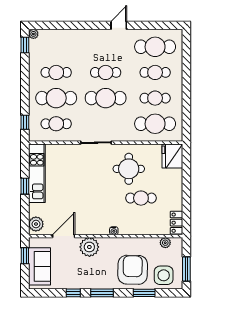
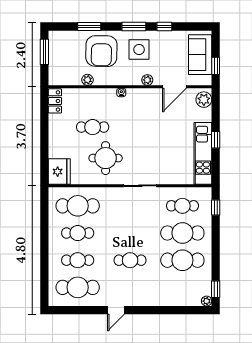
cafe table: (56, 72) -> (182, 260), width x1.37, depth x1.35
cafe table: (106, 98) -> (130, 233), removed
plant: (165, 243) -> (88, 80), moved
plant: (89, 247) -> (147, 80), width x0.53, depth x0.53
side table: (164, 275) -> (139, 50), moved

